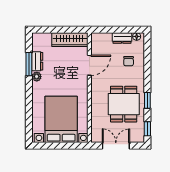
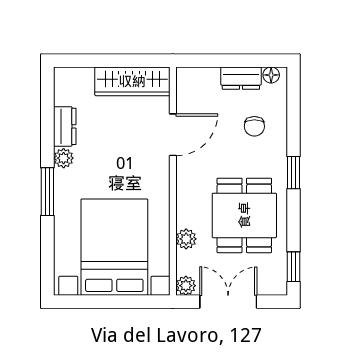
window: (29, 64) -> (47, 192), moved
window: (147, 100) -> (293, 173), moved
plant: (96, 115) -> (186, 239), added
plant: (96, 138) -> (186, 286), added

